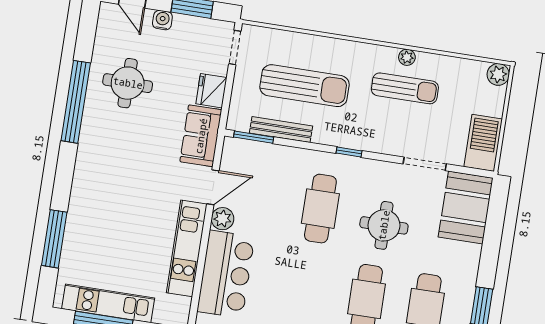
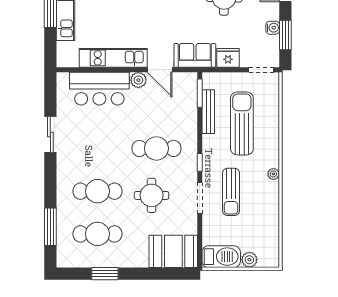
water cooler: (162, 20) -> (273, 28), moved
plant: (407, 57) -> (273, 174), moved
plant: (498, 74) -> (249, 260), moved
sun lounger: (305, 86) -> (242, 123), turned 180
sun lounger: (405, 88) -> (231, 192), moved
doorway: (425, 164) -> (200, 198), moved

